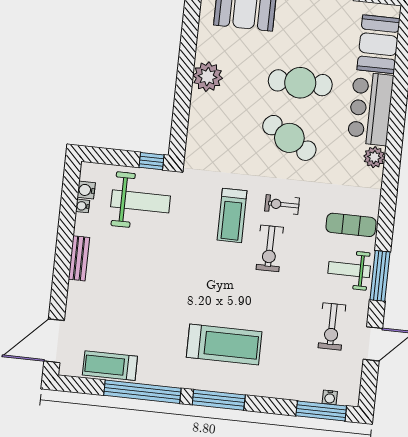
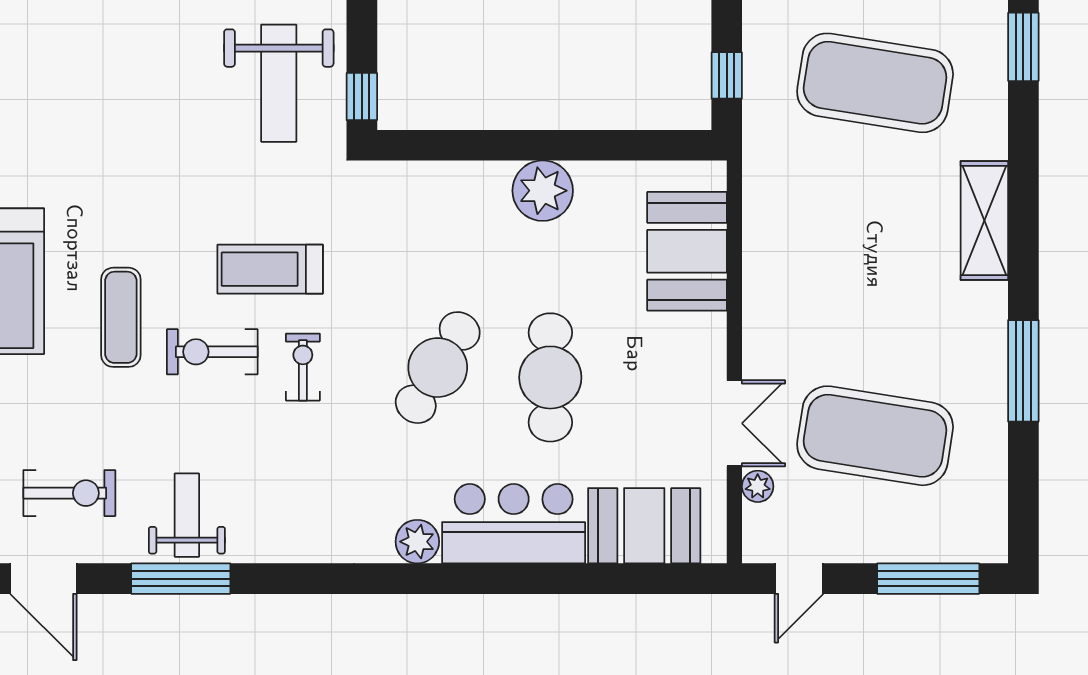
exercise mat: (351, 225) -> (121, 317), moved
exercise bike: (332, 326) -> (69, 493), turned 180

